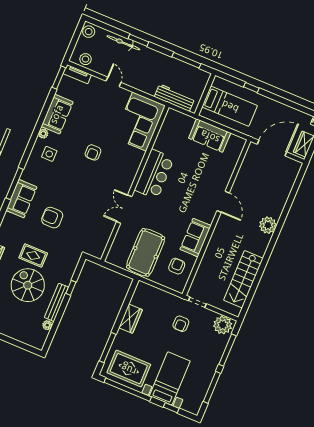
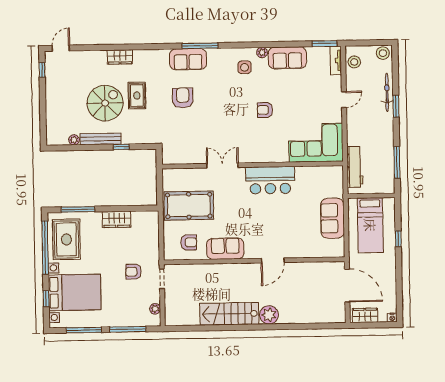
stairs: (243, 279) -> (229, 314), moved
plant: (223, 325) -> (155, 309), width x0.53, depth x0.53
bed with nightstands: (170, 378) -> (75, 292), width x1.36

